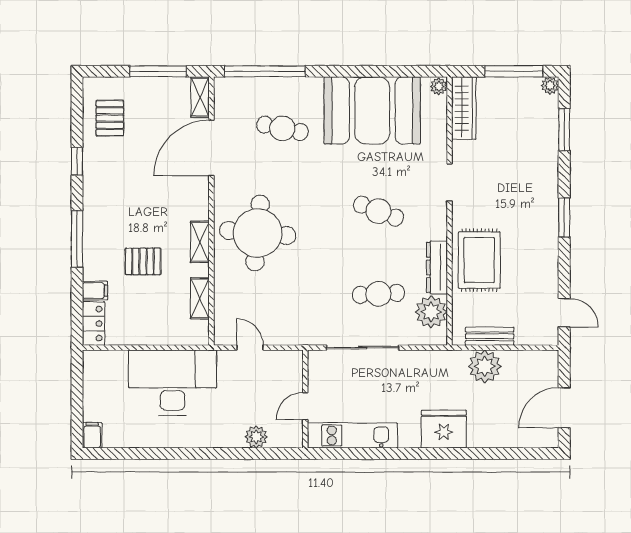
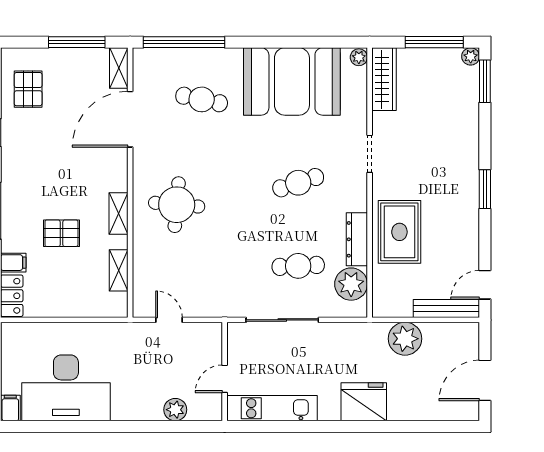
window: (564, 130) -> (485, 81), moved
cafe table: (378, 211) -> (298, 183), turned -39
round table: (258, 233) -> (177, 205), width x0.73, depth x0.73
door: (564, 313) -> (485, 285), swing flipped
bench: (490, 336) -> (446, 308), moved, width x1.36
desk: (172, 383) -> (66, 388), moved, turned 180

